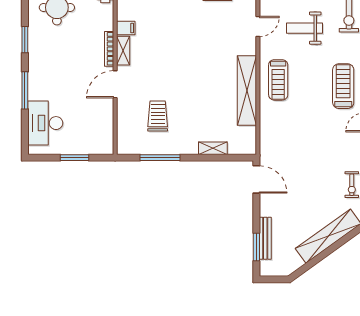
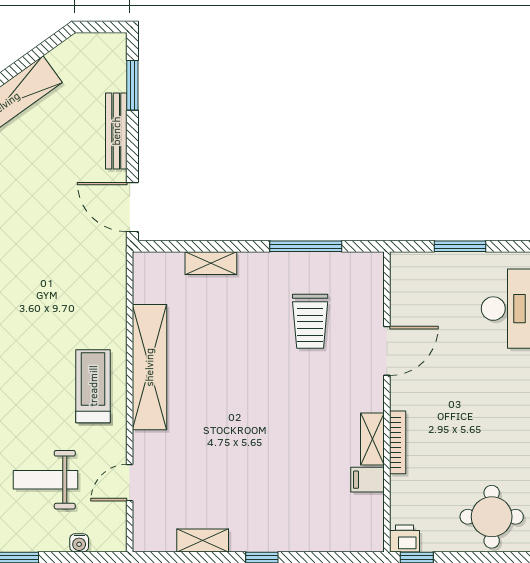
weight bench: (305, 28) -> (45, 480), turned 180
door: (115, 84) -> (387, 351), moved
bench: (265, 238) -> (116, 131), moved

